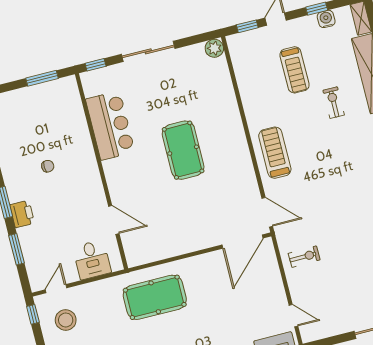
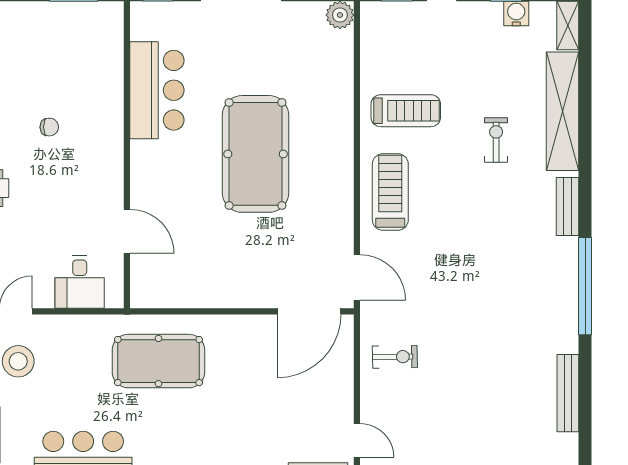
treadmill: (295, 70) -> (406, 111), moved, turned -90
pool table: (183, 150) -> (256, 154), width x1.36, depth x1.32

